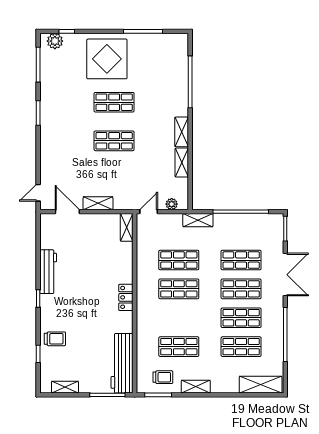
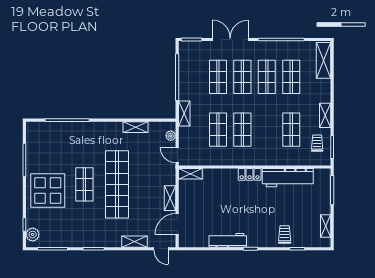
shelving: (182, 132) -> (134, 242), moved
shop shelf: (114, 141) -> (117, 184), width x2.00, depth x1.36
workbench: (122, 363) -> (288, 178), moved

